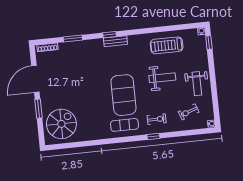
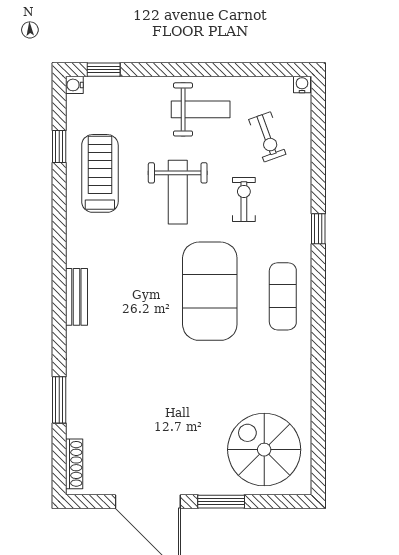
window: (110, 35) -> (59, 146), moved
treadmill: (167, 45) -> (100, 173), turned 180
weight bench: (162, 78) -> (178, 192), turned 180
exercise mat: (123, 95) -> (210, 291), turned 90
exercise bike: (157, 119) -> (244, 199), moved

